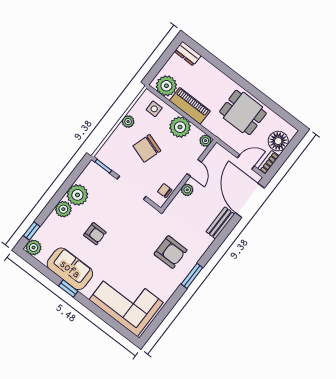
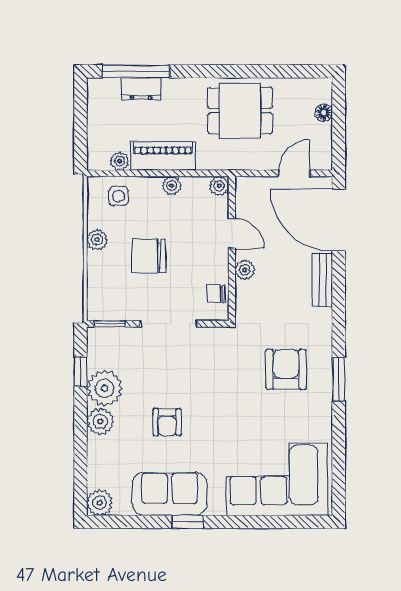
dresser: (188, 54) -> (141, 89), moved
window: (208, 56) -> (136, 71), added
plant: (166, 86) -> (120, 161), width x0.53, depth x0.53
plant: (180, 127) -> (171, 186), width x0.53, depth x0.53
floor lamp: (278, 141) -> (324, 113), width x0.53, depth x0.53
chair: (147, 148) -> (149, 256), turned 72
bookcase: (268, 162) -> (325, 151), removed
window: (32, 231) -> (81, 372), moved
armchair: (95, 234) -> (167, 422), turned 90
armchair: (171, 252) -> (286, 369), turned -90

